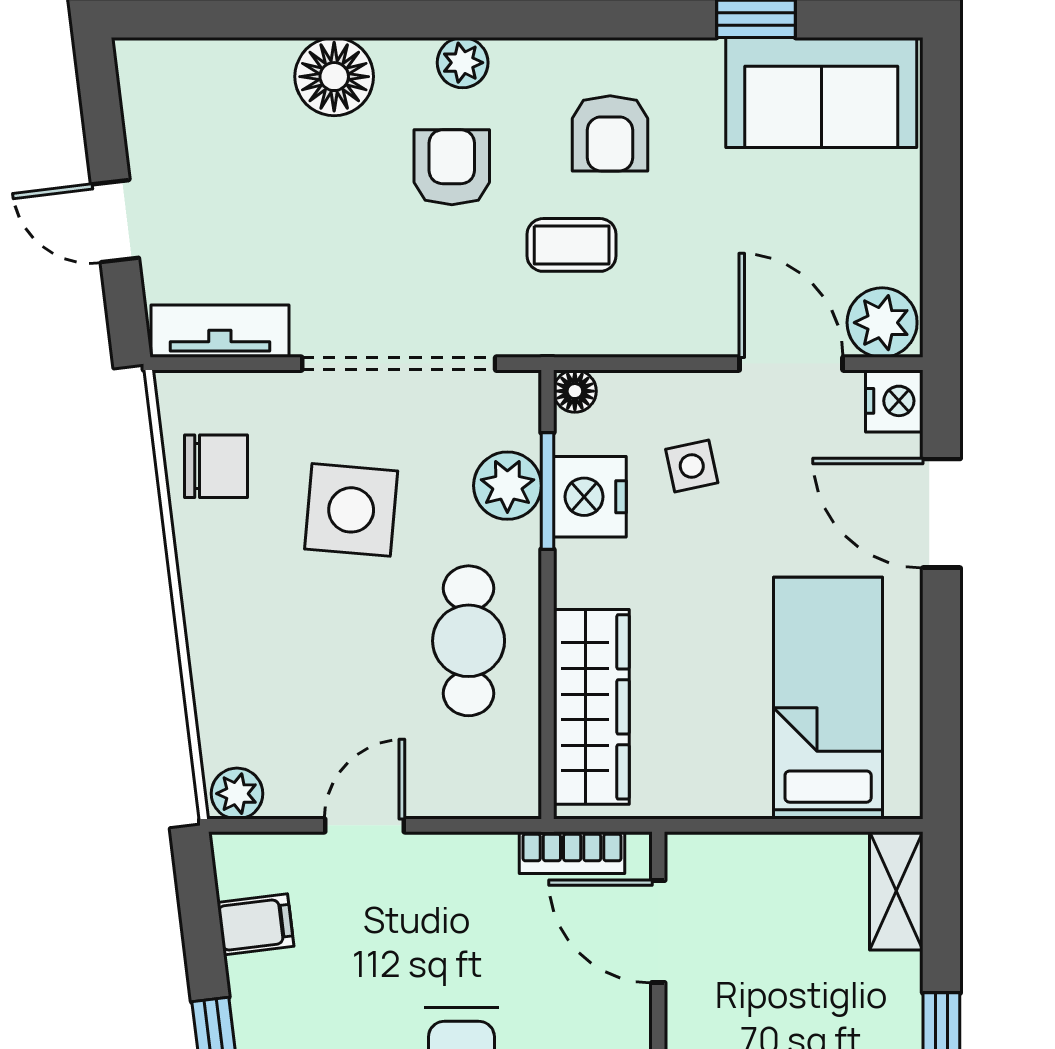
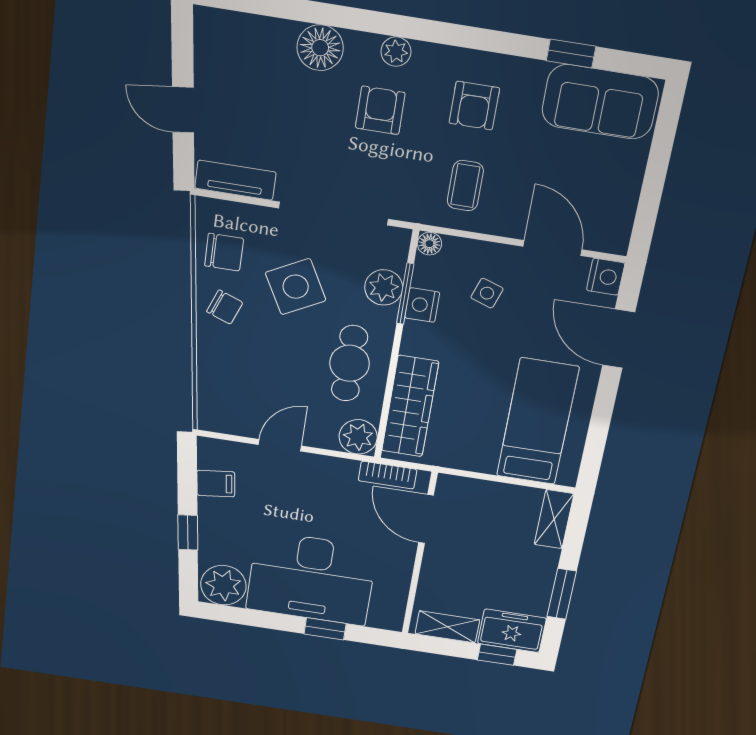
coffee table: (572, 245) -> (465, 186), moved, turned 90
plant: (882, 323) -> (608, 234), removed
side table: (692, 466) -> (487, 293), turned 31
nightstand: (590, 497) -> (422, 305), width x0.74, depth x0.75
side table: (351, 510) -> (296, 287), turned -33
chair: (230, 570) -> (225, 307), added
plant: (237, 794) -> (358, 437), moved, width x1.38, depth x1.38

